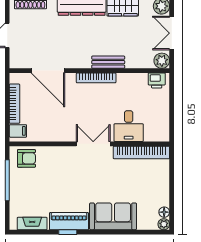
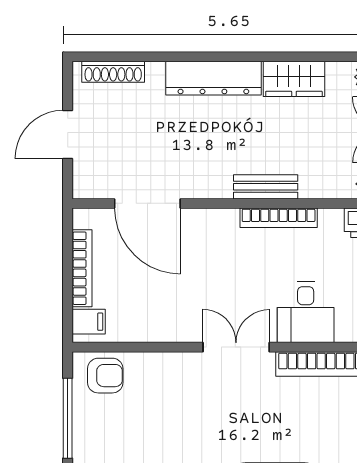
bookcase: (96, 78) -> (279, 218), moved

